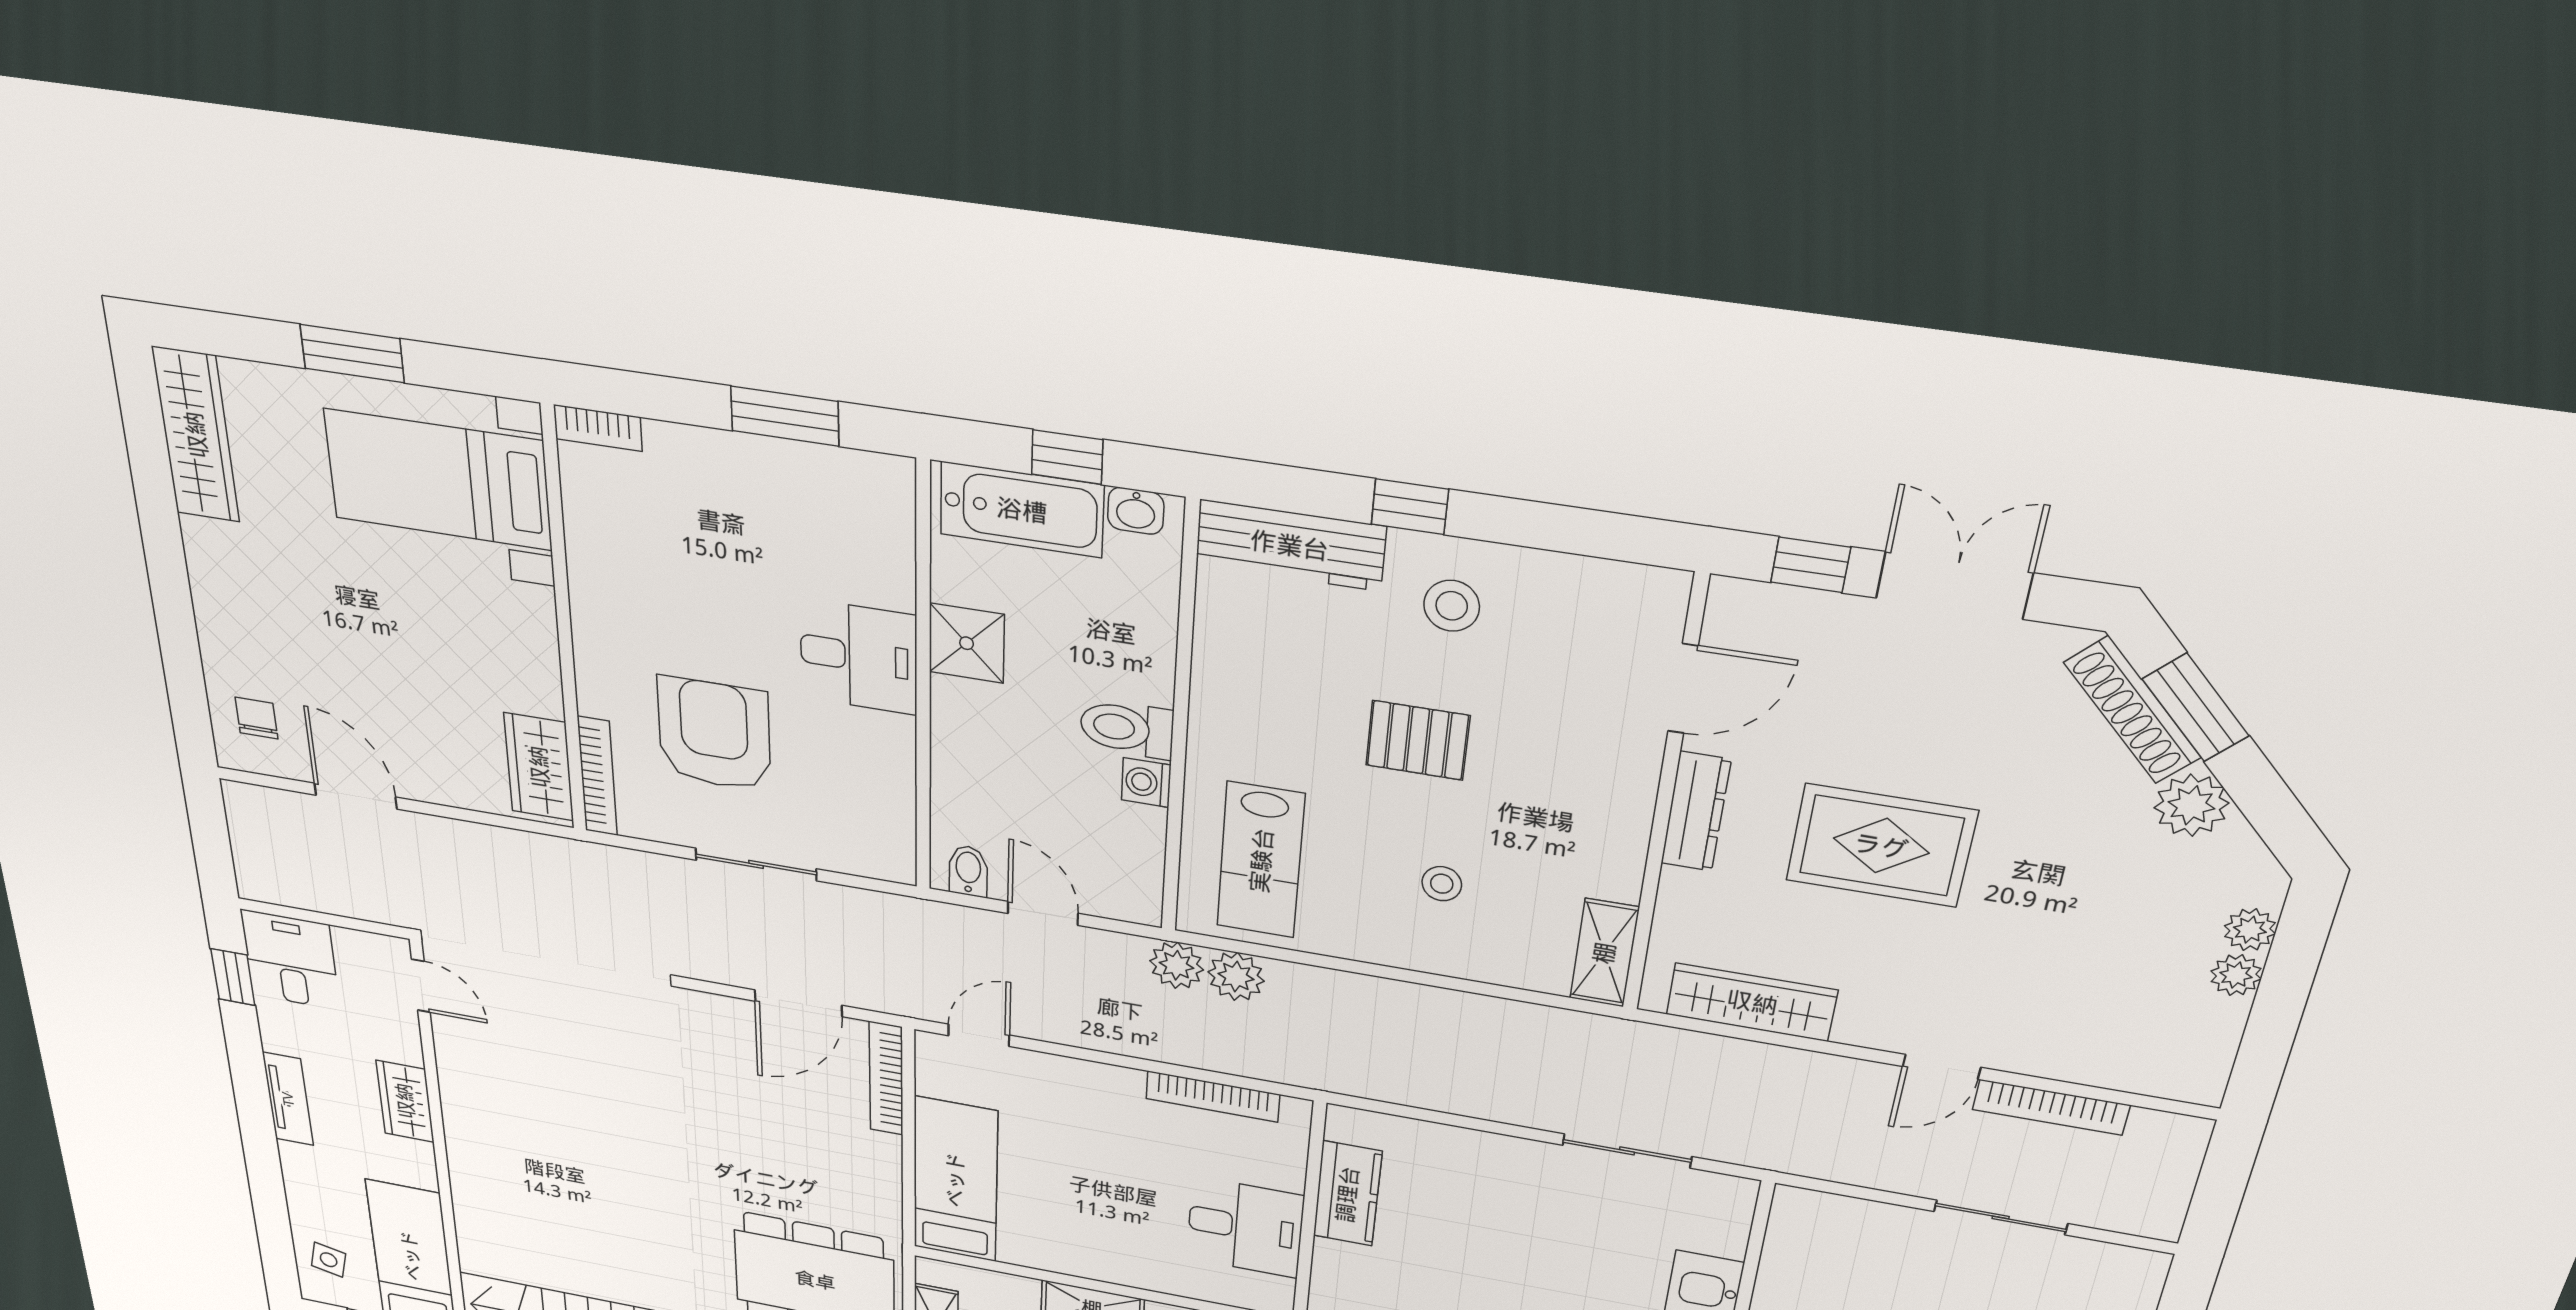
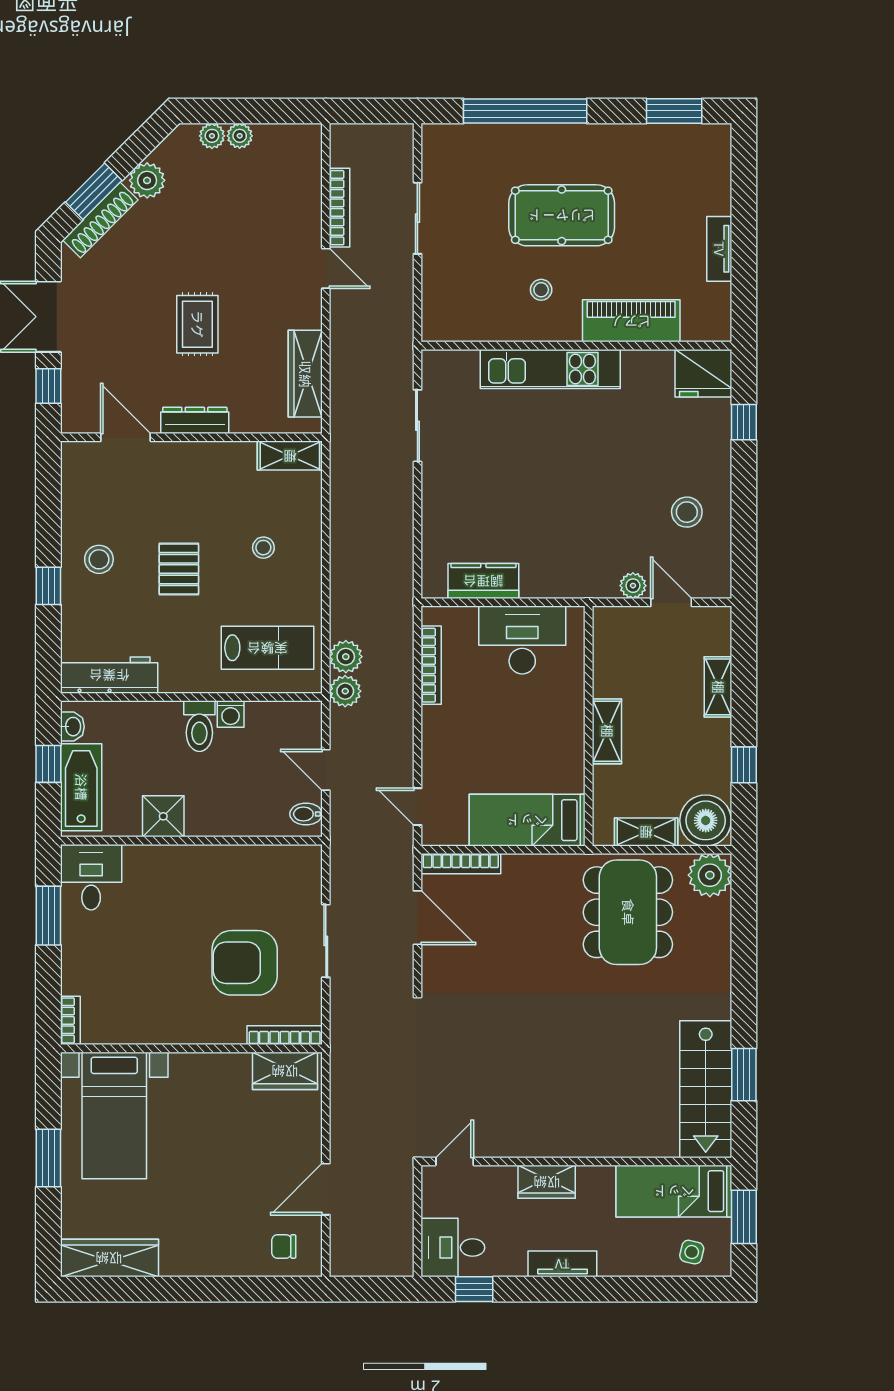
workbench: (1290, 545) -> (109, 675), moved, turned -90
desk: (859, 657) -> (91, 877), moved
rug: (1881, 846) -> (197, 324), width x0.73, depth x0.70
door: (1043, 913) -> (326, 770), hinge flipped
desk: (1245, 1227) -> (522, 640), width x1.37

